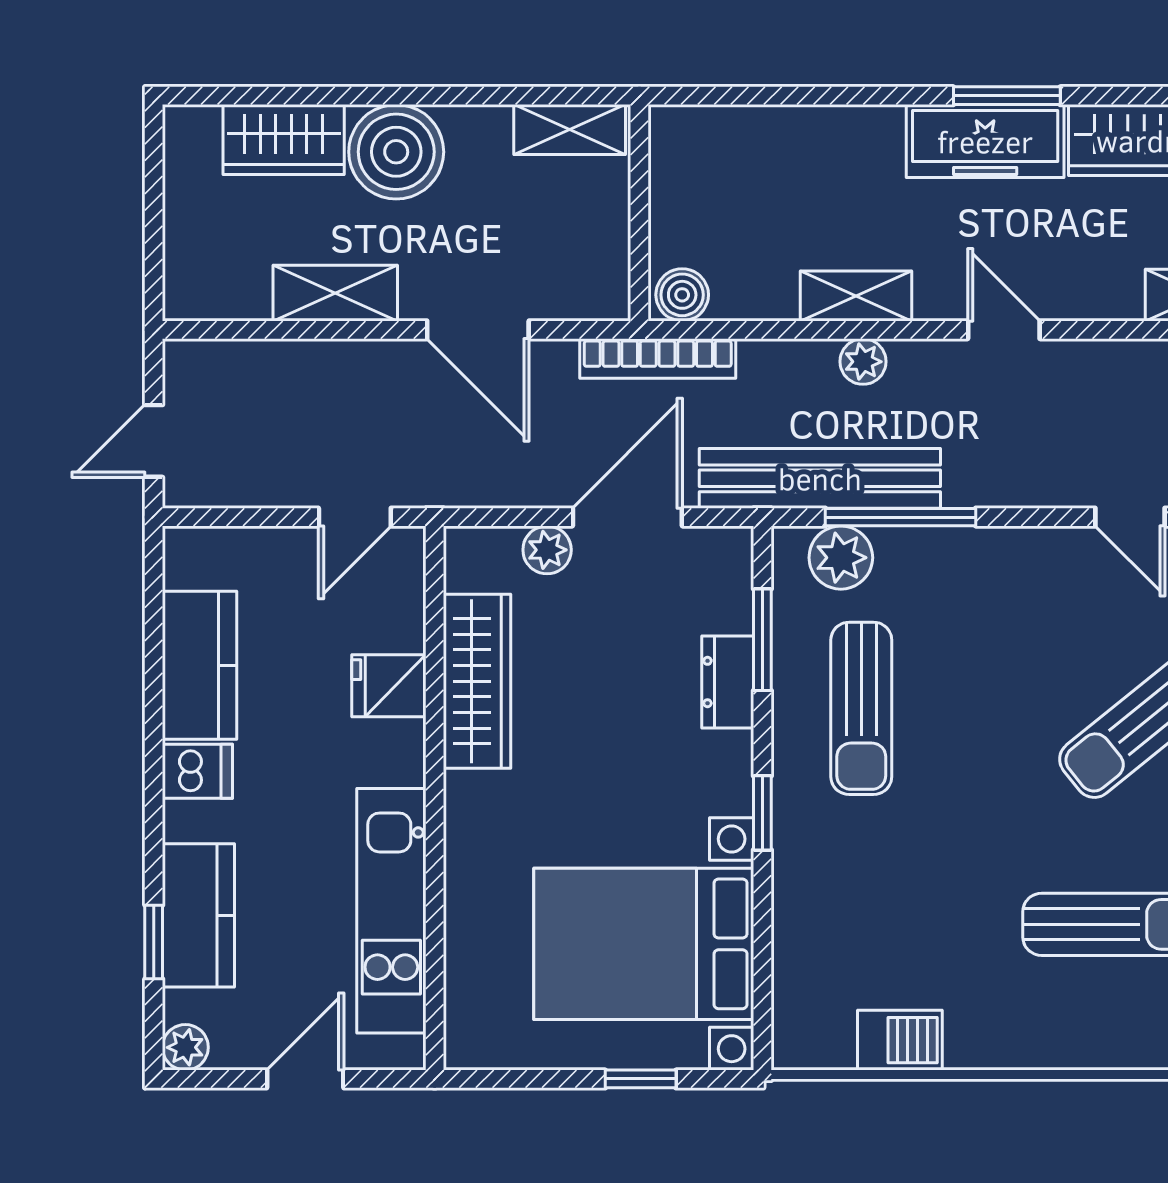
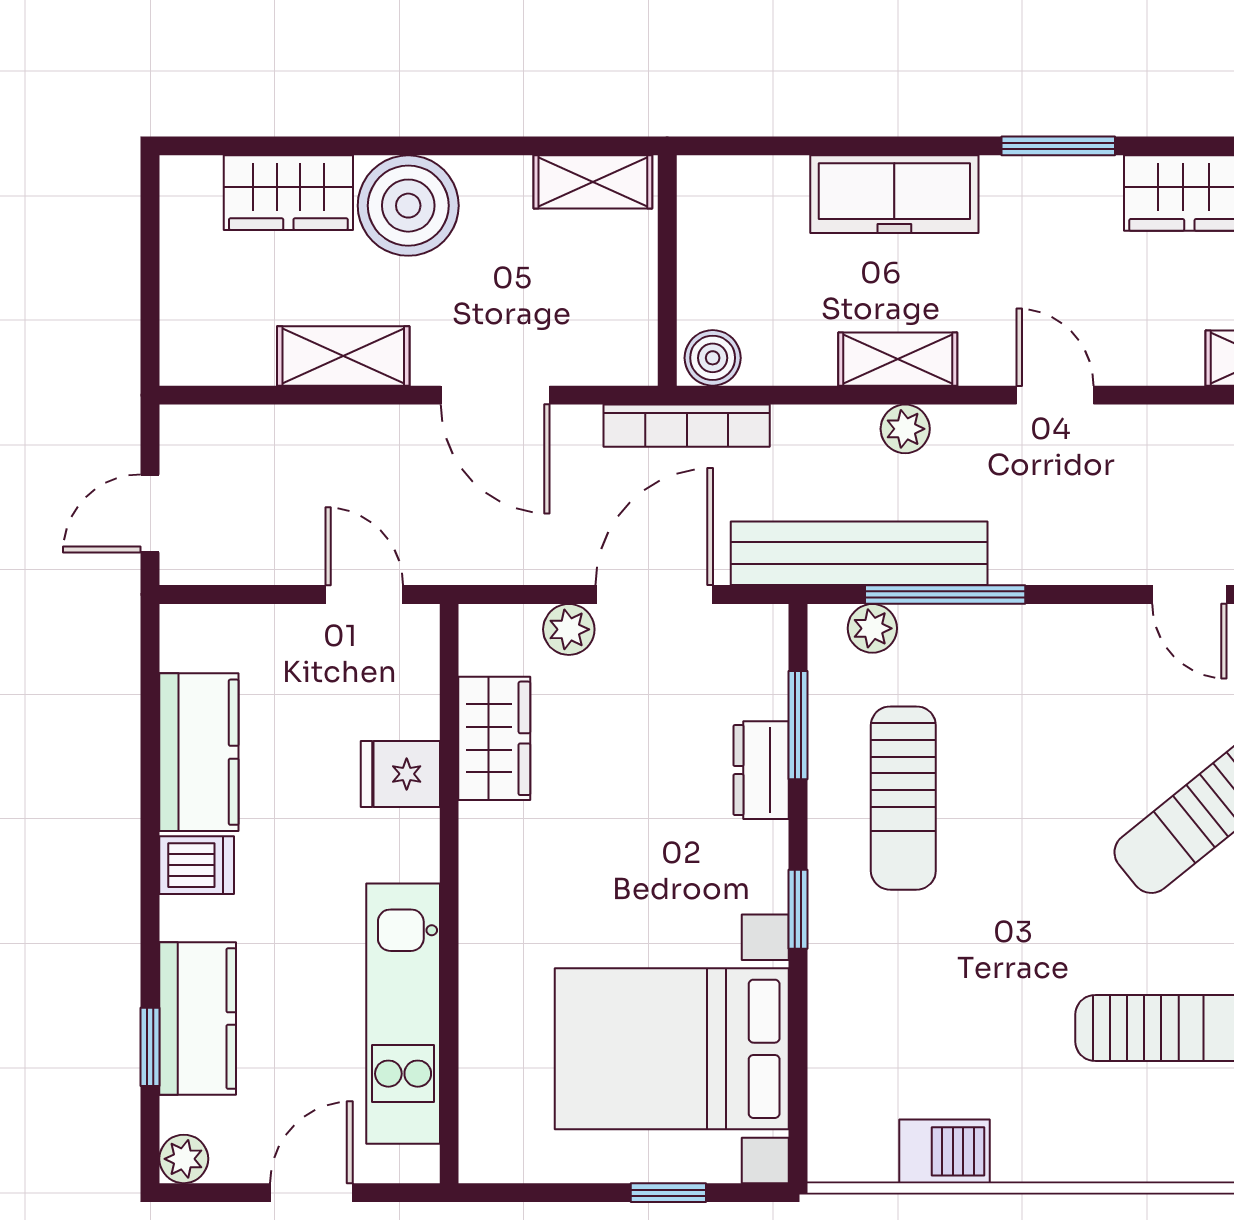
freezer: (985, 141) -> (894, 194), moved
door: (355, 517) -> (364, 594), swing flipped
plant: (841, 558) -> (872, 628), width x0.73, depth x0.73
wardrobe: (477, 681) -> (494, 738), width x0.67

